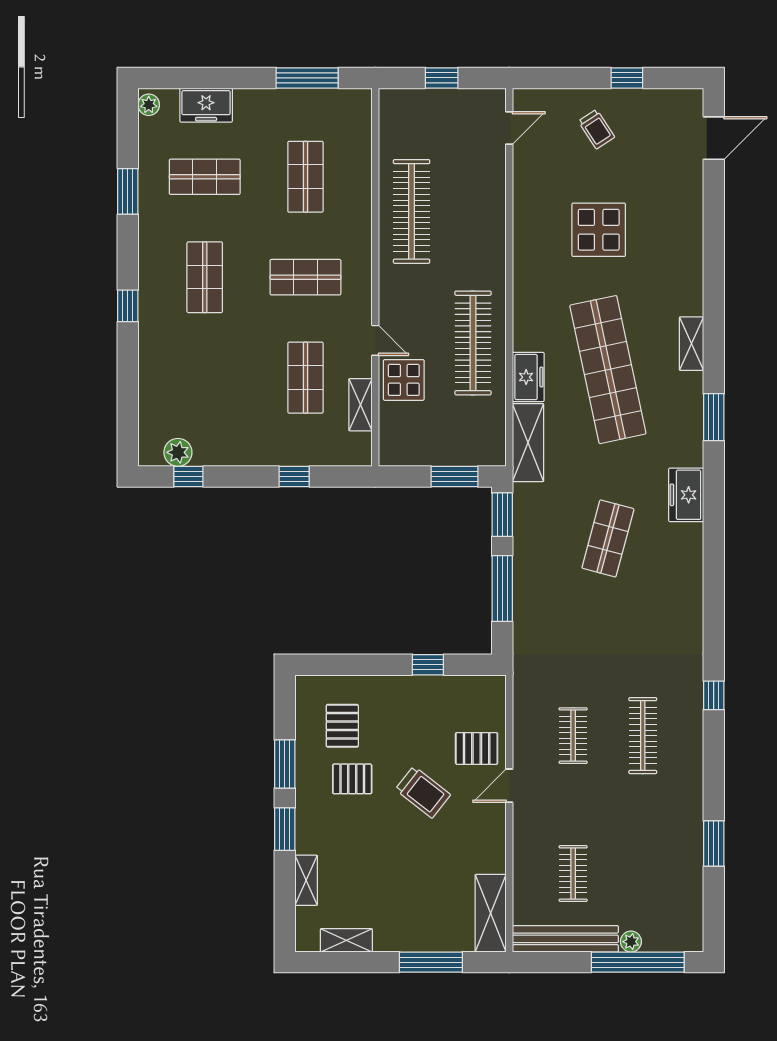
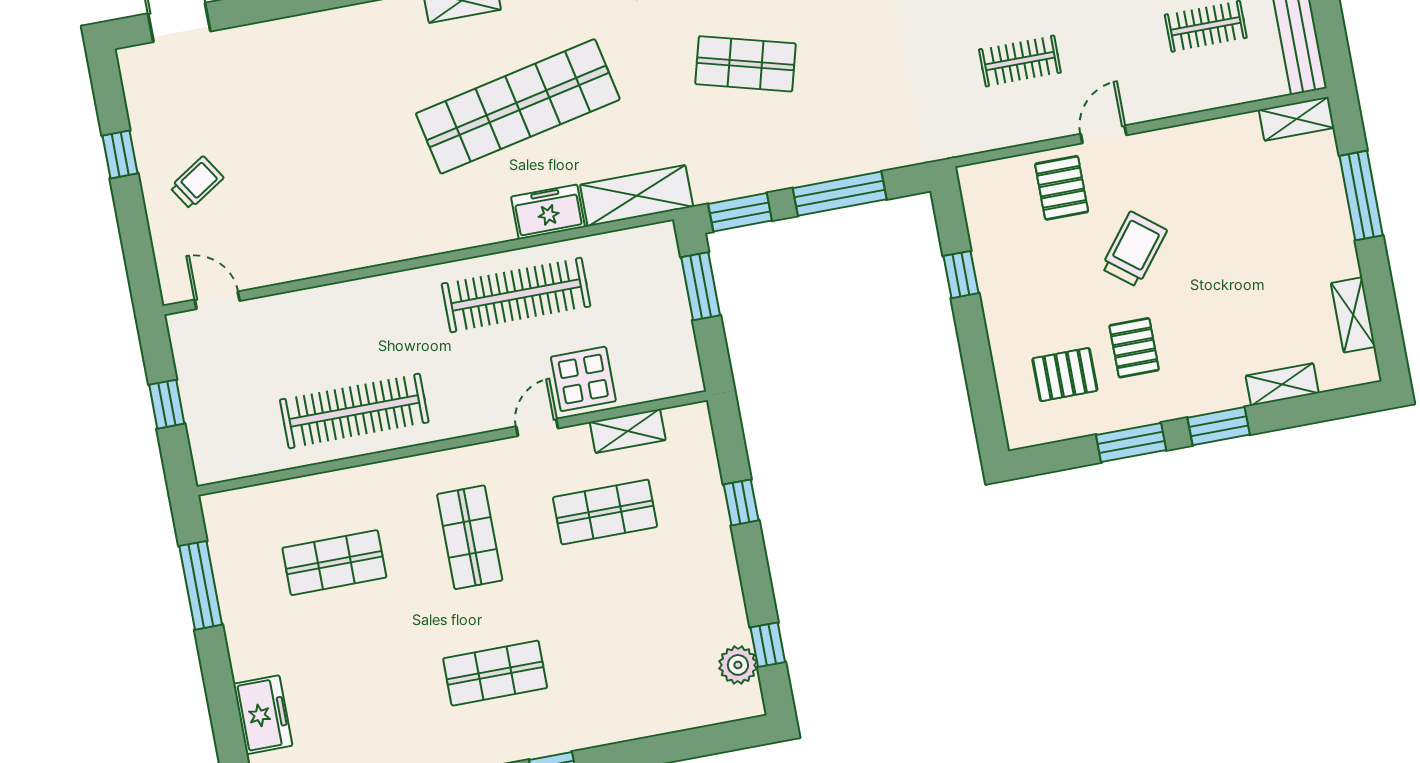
shop shelf: (205, 177) -> (360, 698), removed
display table: (599, 230) -> (332, 154), removed
door: (509, 786) -> (1104, 134), swing flipped
shelving: (491, 913) -> (1296, 119), width x0.67, depth x0.75

